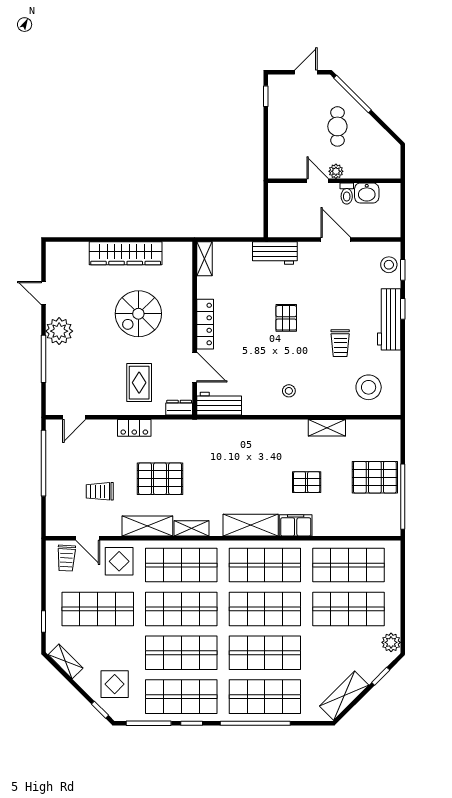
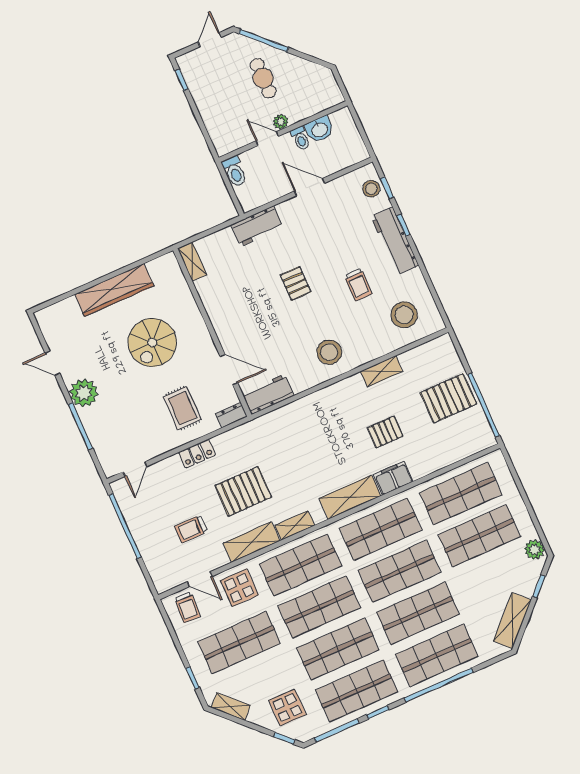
toilet: (276, 197) -> (235, 172), added
locker: (205, 324) -> (220, 324), removed
stool: (289, 391) -> (329, 352), width x1.89, depth x1.89

